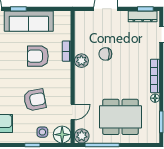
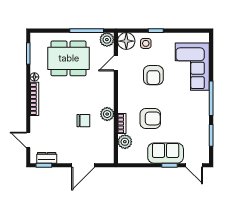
dresser: (143, 16) -> (47, 158), width x0.70
sofa: (29, 21) -> (166, 153), width x0.73
plant: (64, 33) -> (125, 142), added
armchair: (35, 100) -> (153, 75), turned -79

